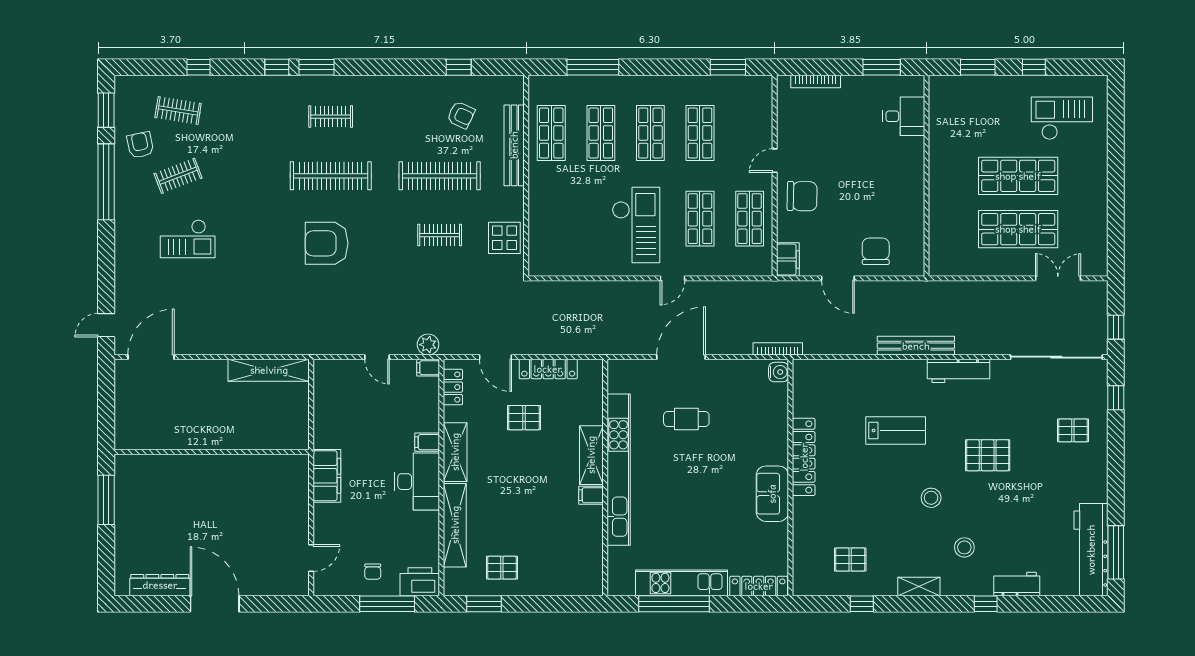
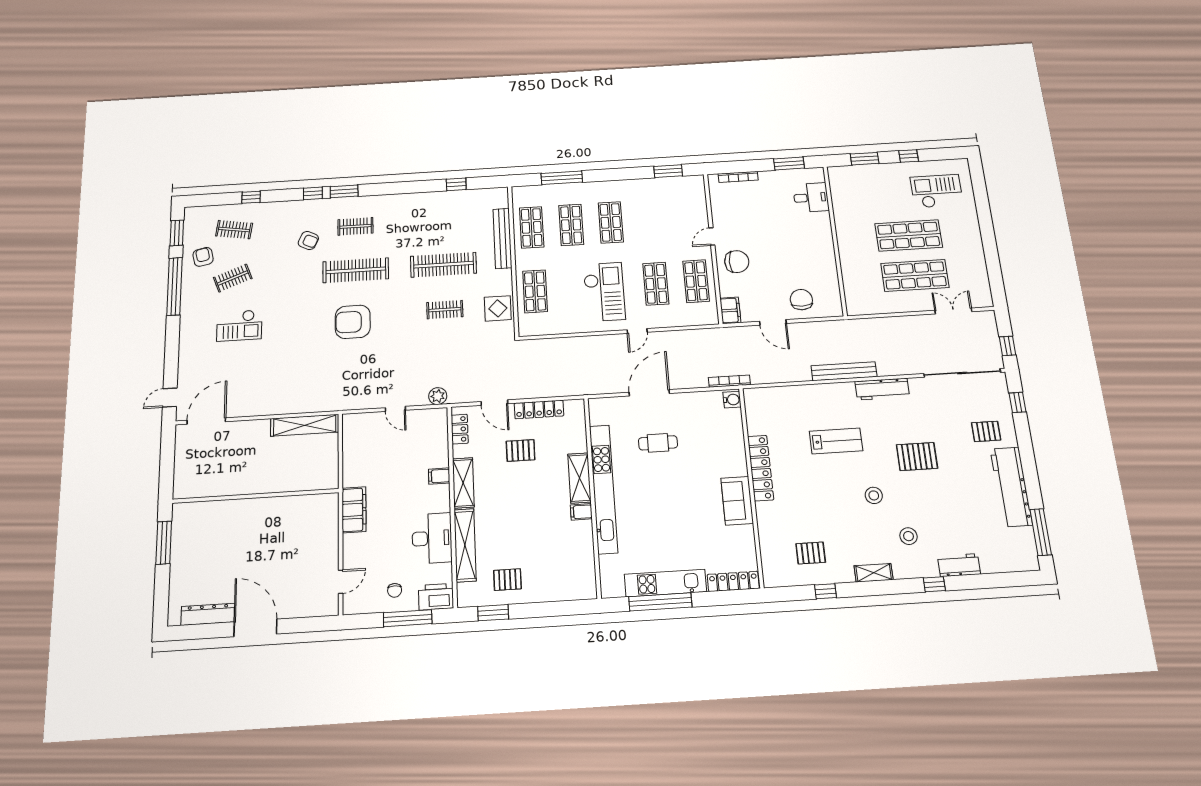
armchair: (461, 115) -> (308, 240), moved
shop shelf: (700, 133) -> (535, 291), moved
filing cabinet: (428, 368) -> (438, 415), removed
desk: (417, 482) -> (432, 538), moved
workbench: (1091, 550) -> (1011, 487), moved

